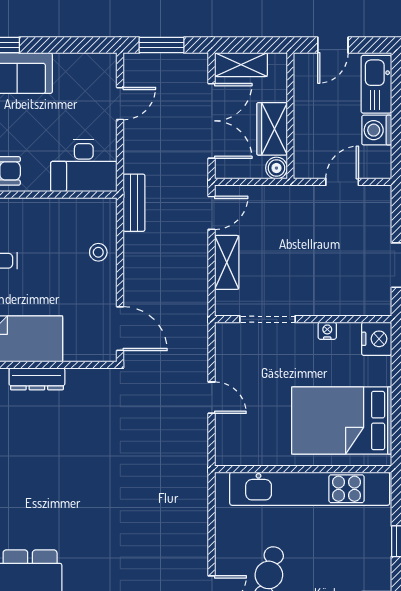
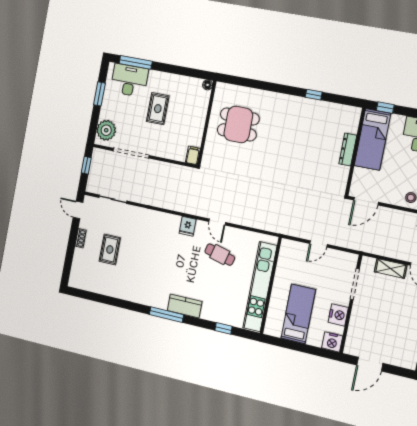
nightstand: (327, 331) -> (338, 315), width x1.89, depth x1.79
bed: (342, 421) -> (298, 314), width x0.67

